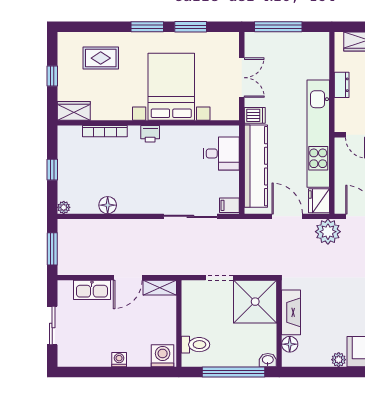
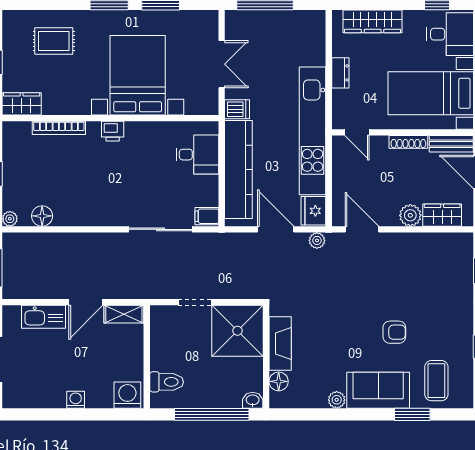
floor lamp: (108, 205) -> (42, 216), moved
plant: (328, 232) -> (317, 240), width x0.53, depth x0.53

